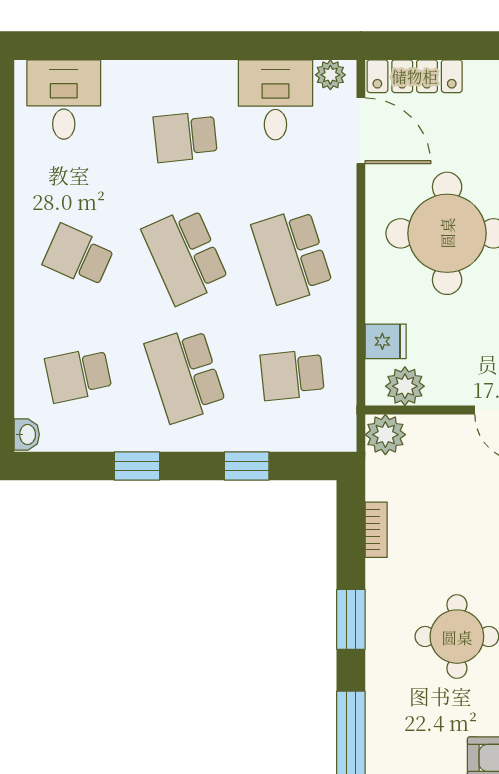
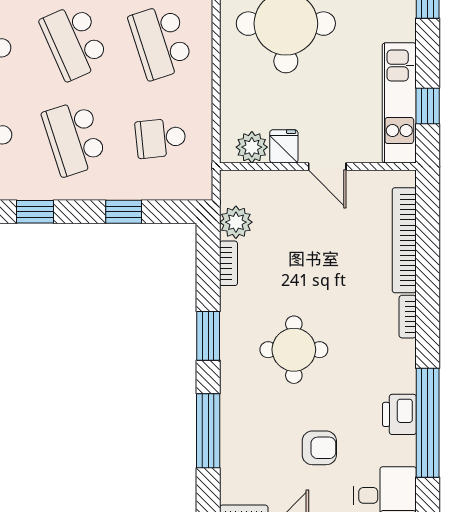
fridge: (386, 341) -> (284, 146), moved, turned -90
plant: (385, 435) -> (236, 222), moved

